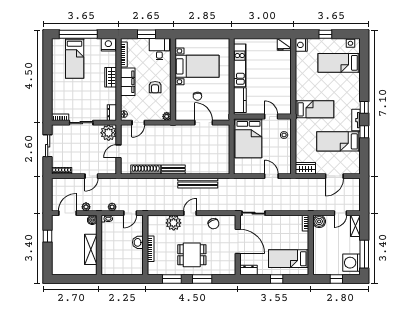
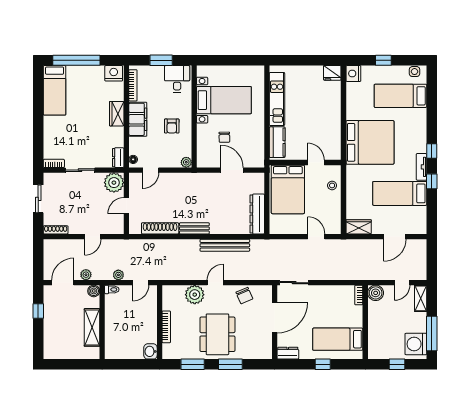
bed: (75, 58) -> (55, 90), moved
bed: (315, 109) -> (370, 142), width x2.04
dresser: (224, 158) -> (257, 214), added
door: (238, 241) -> (275, 318), hinge flipped
washbasin: (138, 242) -> (150, 351), moved
dining table: (192, 255) -> (217, 334), width x1.38

